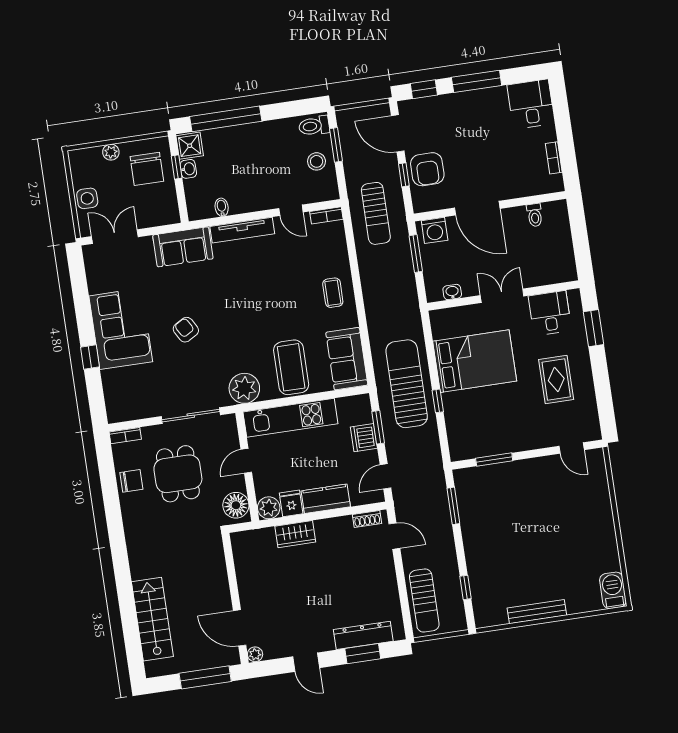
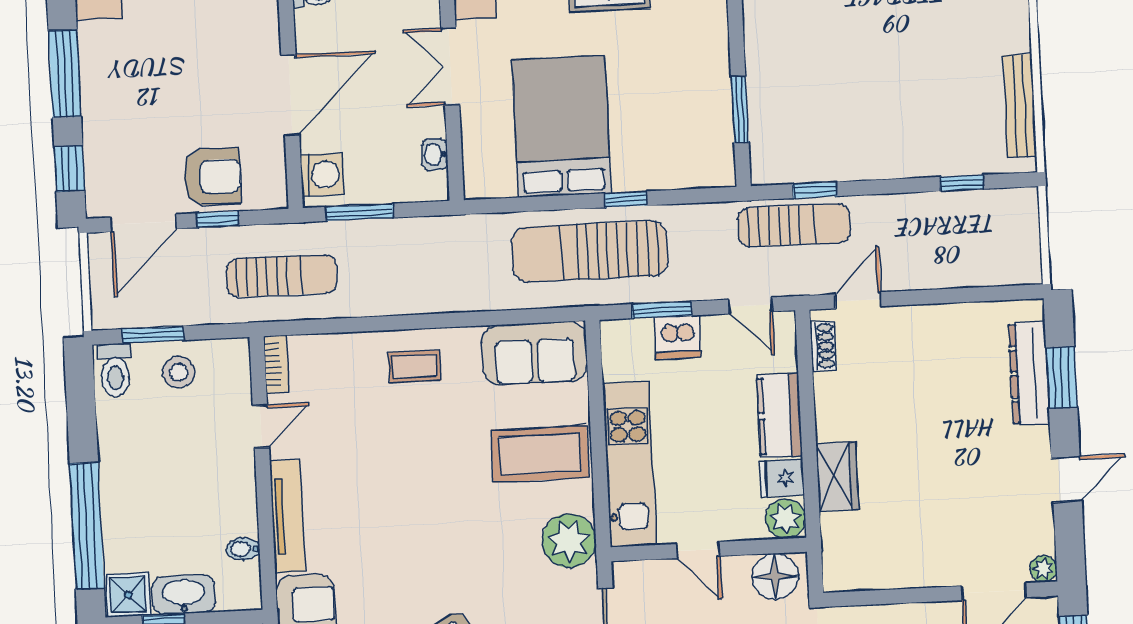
washbasin: (188, 169) -> (184, 595), width x1.91, depth x1.45
window: (453, 506) -> (815, 190), width x0.67
sun lounger: (424, 600) -> (794, 225), moved
bench: (537, 612) -> (1020, 106), moved

